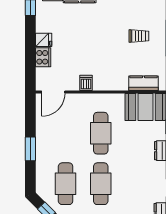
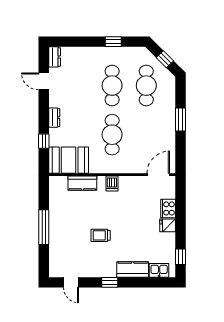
trolley: (139, 36) -> (101, 235), moved
dishwasher: (86, 83) -> (112, 184), moved
kitchen counter: (143, 83) -> (82, 183), moved

